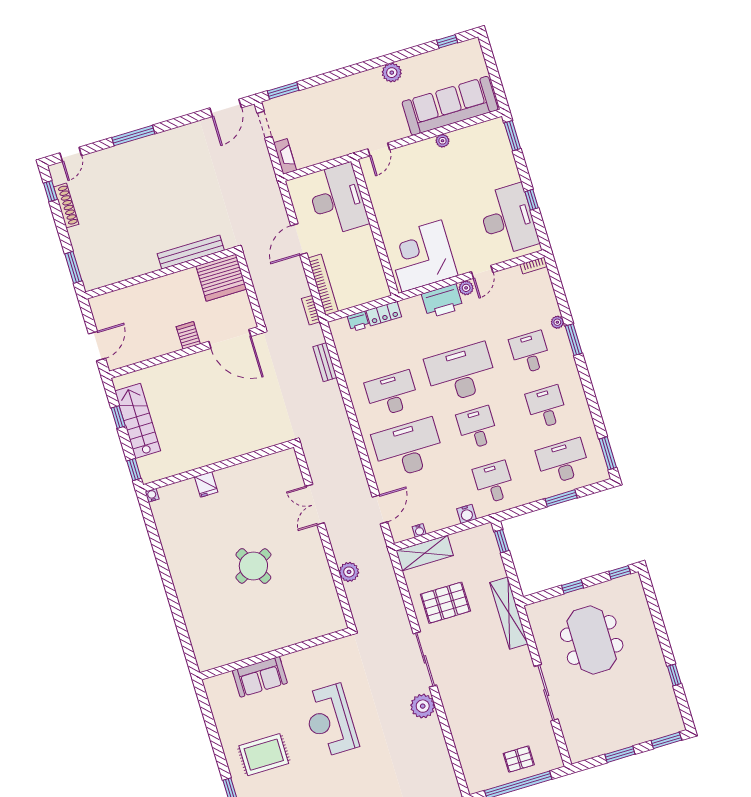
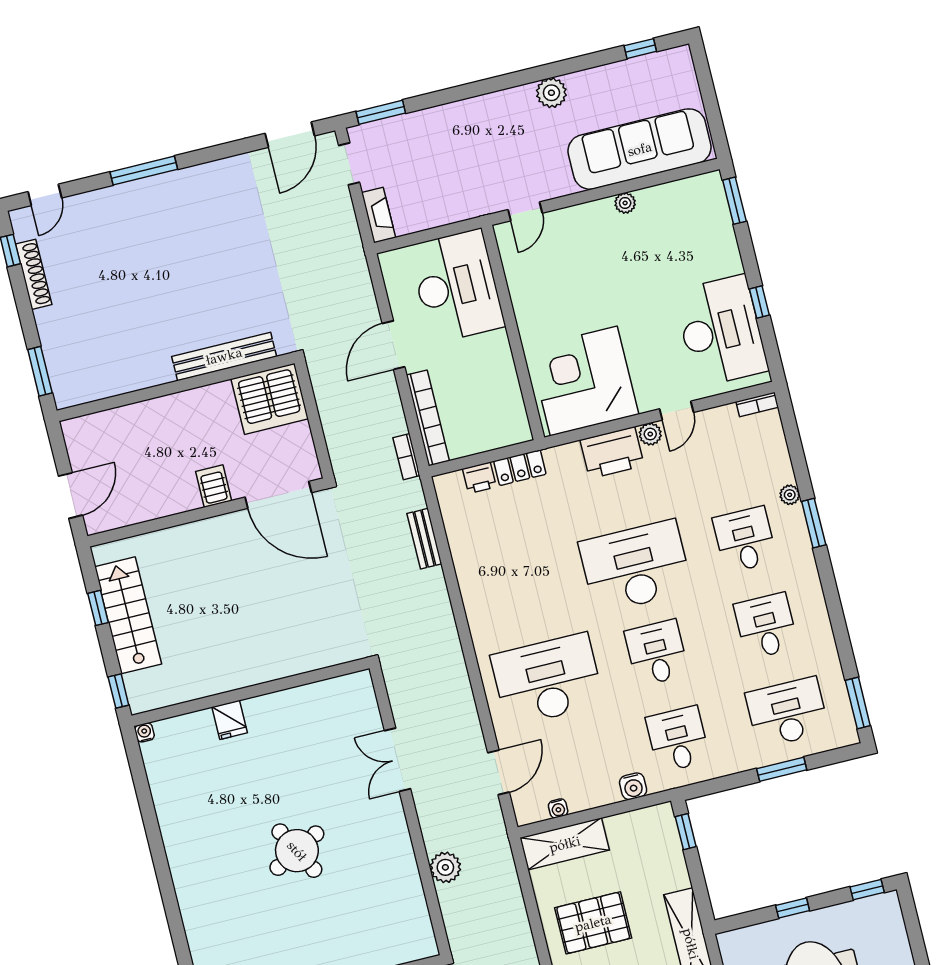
desk: (392, 394) -> (526, 593), removed

